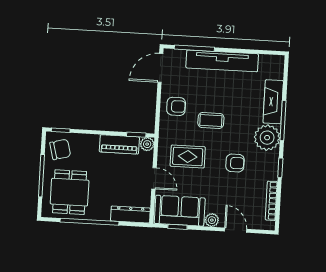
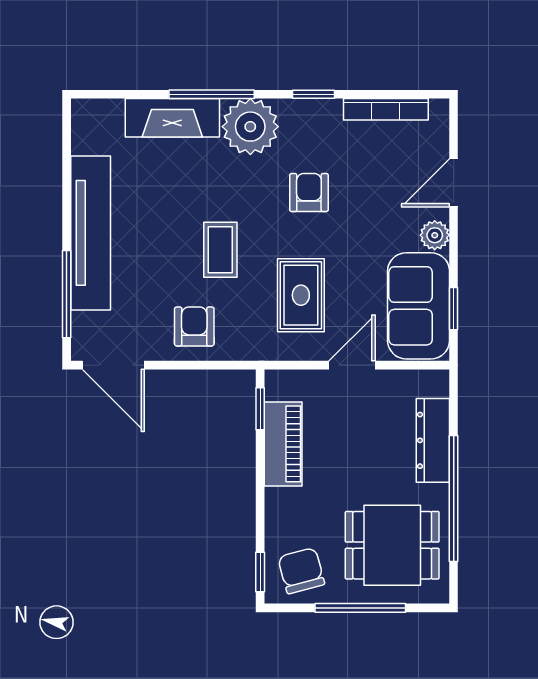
plant: (147, 144) -> (279, 384), removed
dresser: (130, 214) -> (433, 440), moved

